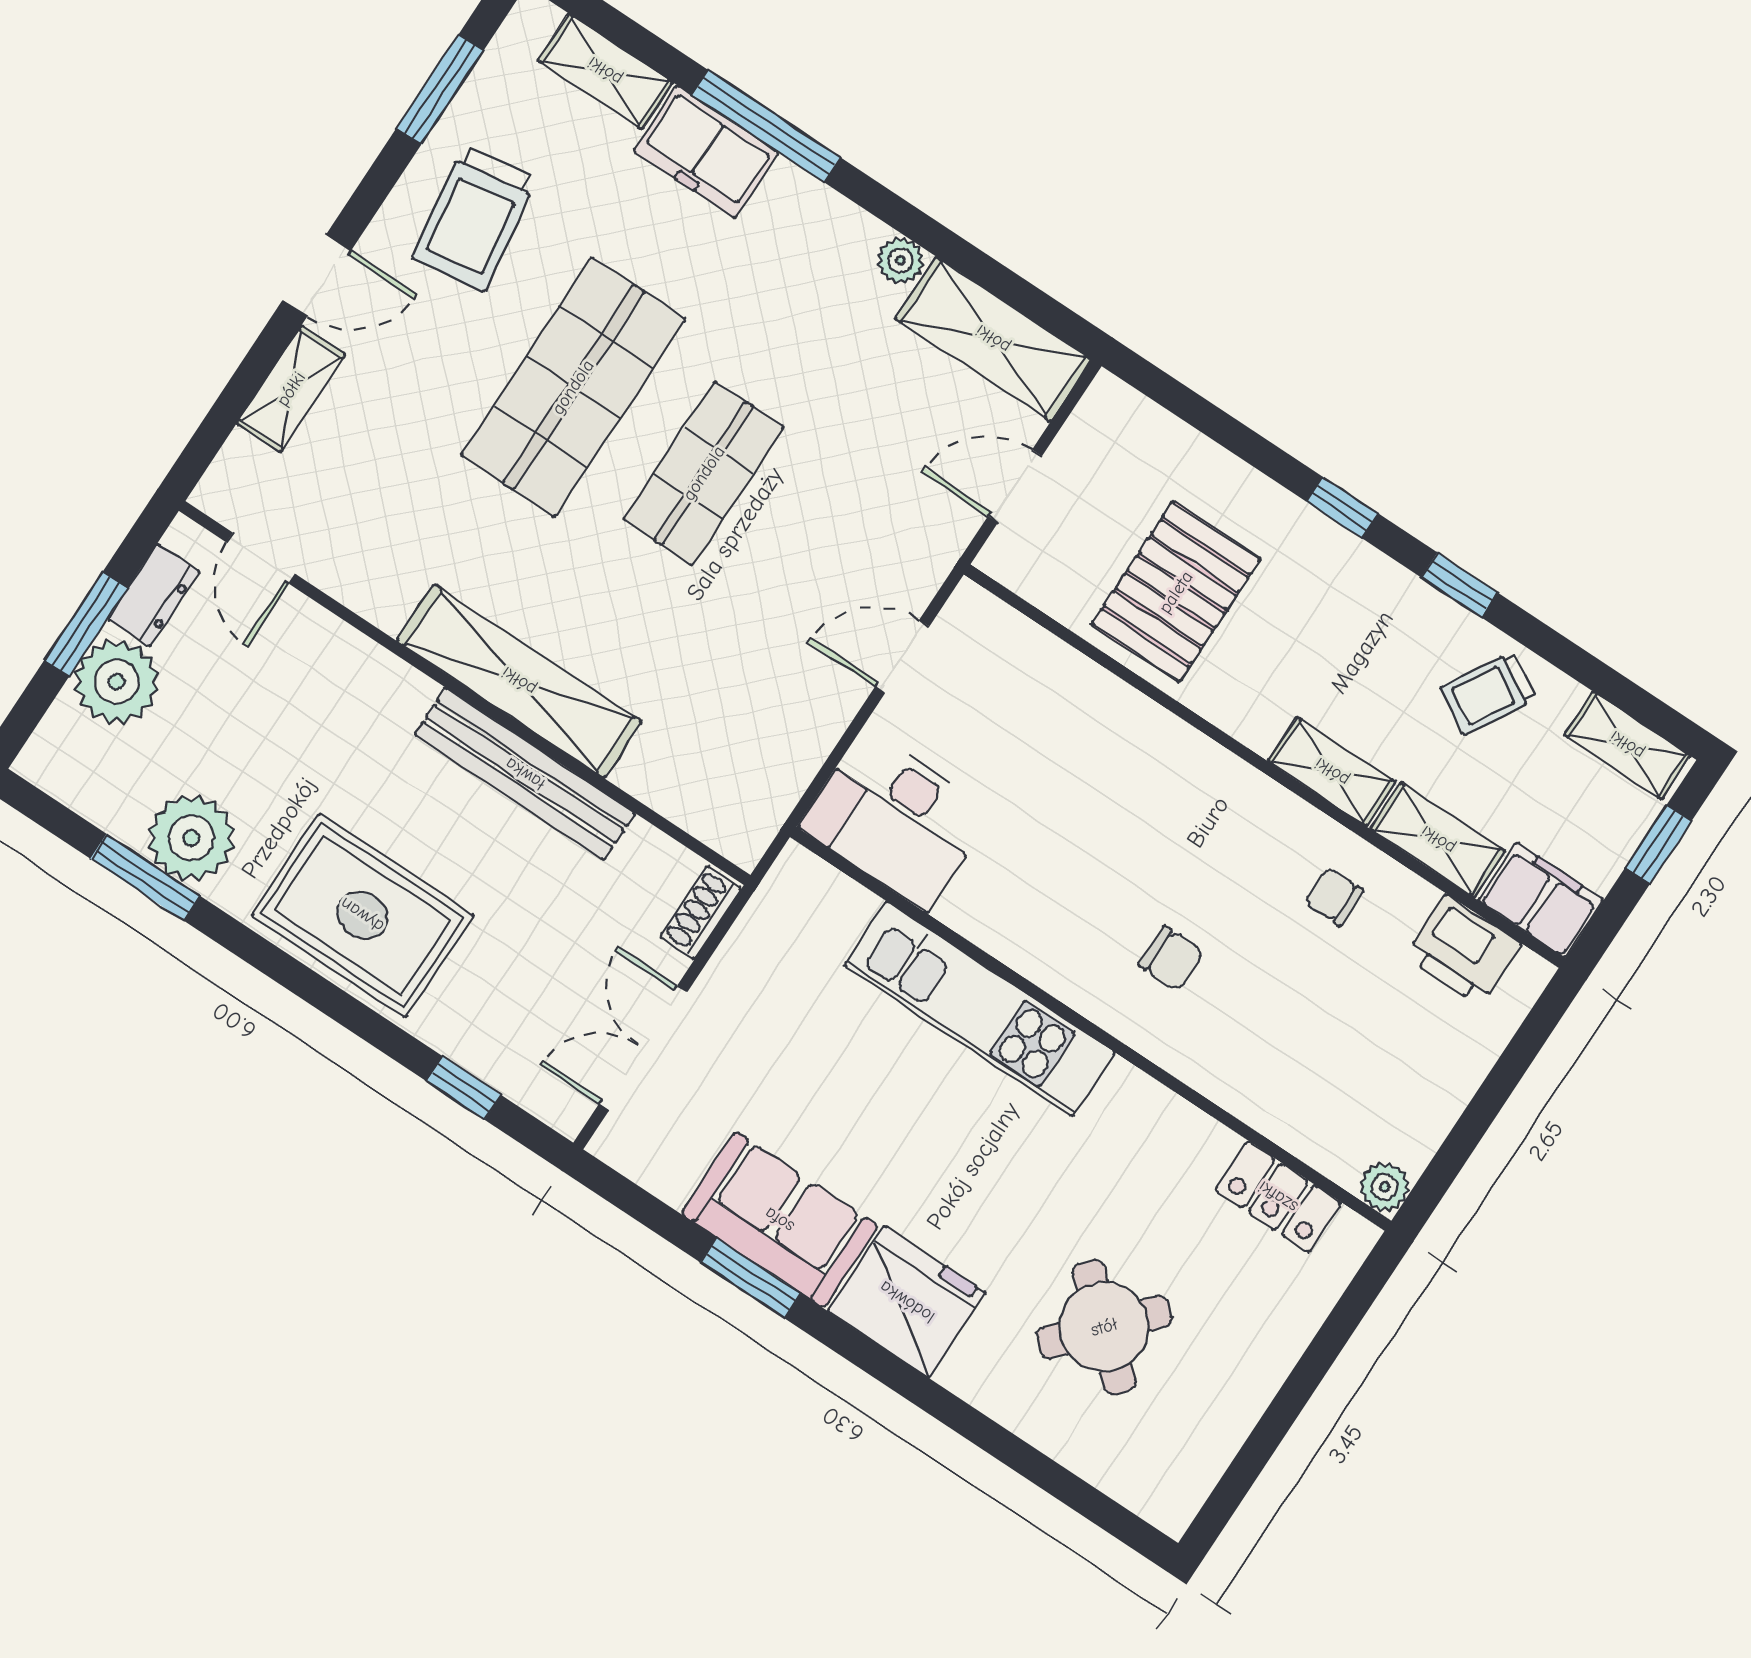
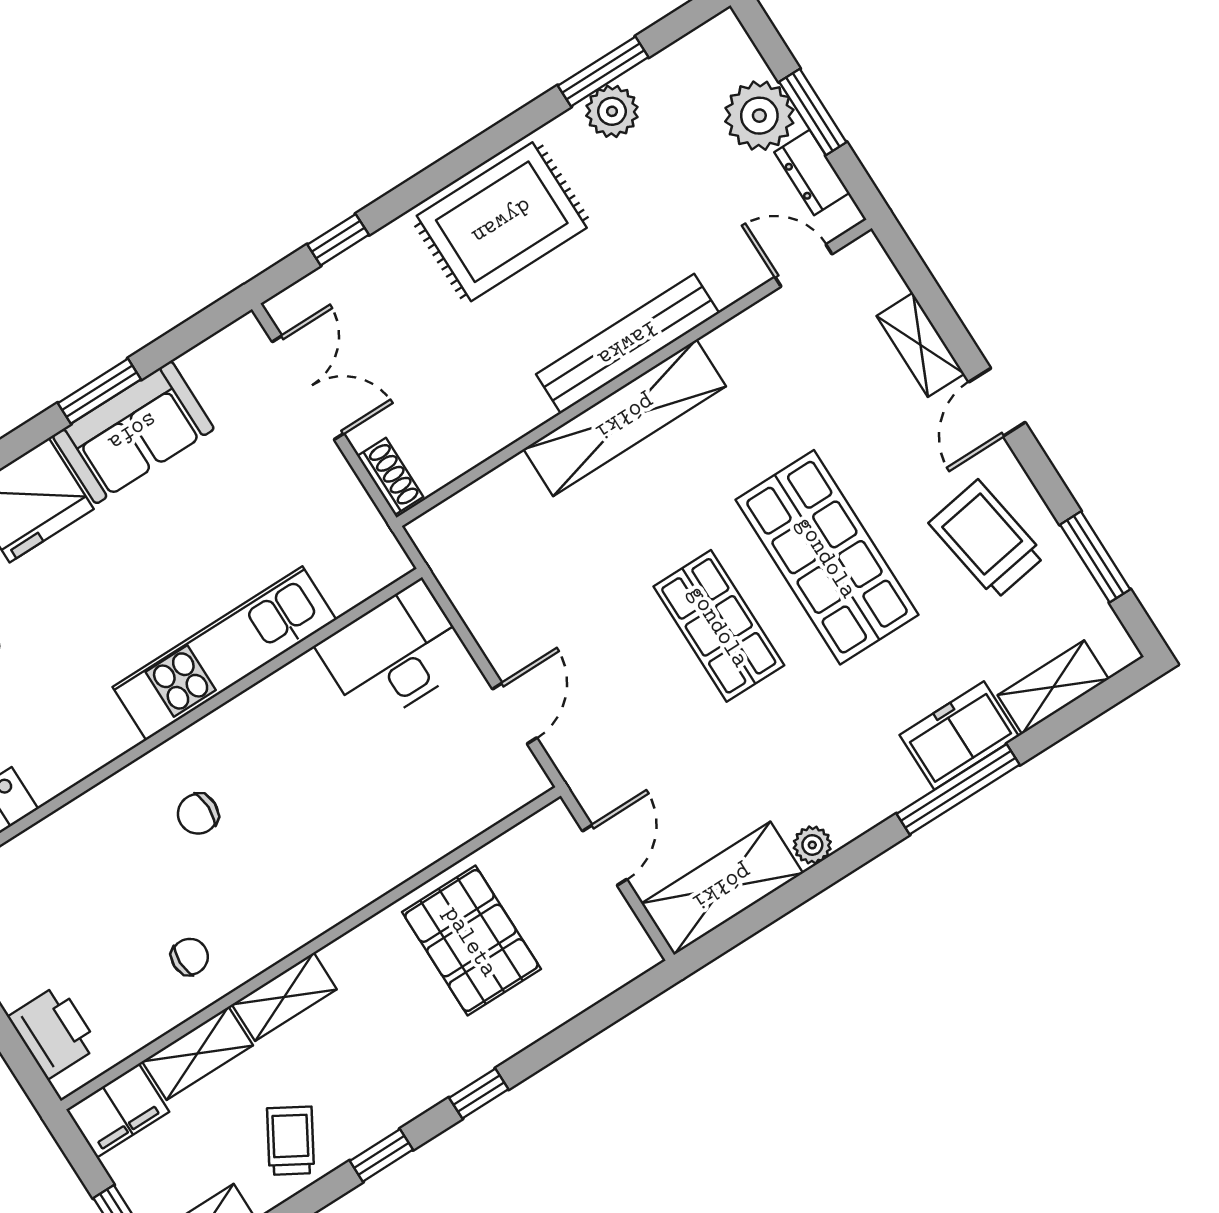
bench: (525, 774) -> (628, 344), moved
plant: (191, 838) -> (612, 111), width x0.73, depth x0.73
printer: (1463, 950) -> (53, 1032), moved, turned 90

